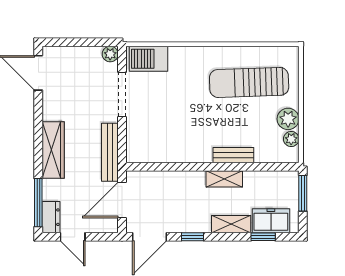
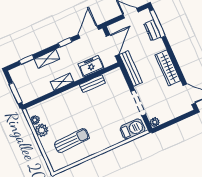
sun lounger: (249, 82) -> (72, 141), width x0.73, depth x0.75
wardrobe: (53, 150) -> (168, 68), moved
bench: (233, 155) -> (92, 84), moved
dresser: (51, 217) -> (152, 30), moved
freezer: (271, 221) -> (91, 66), moved, turned 180

